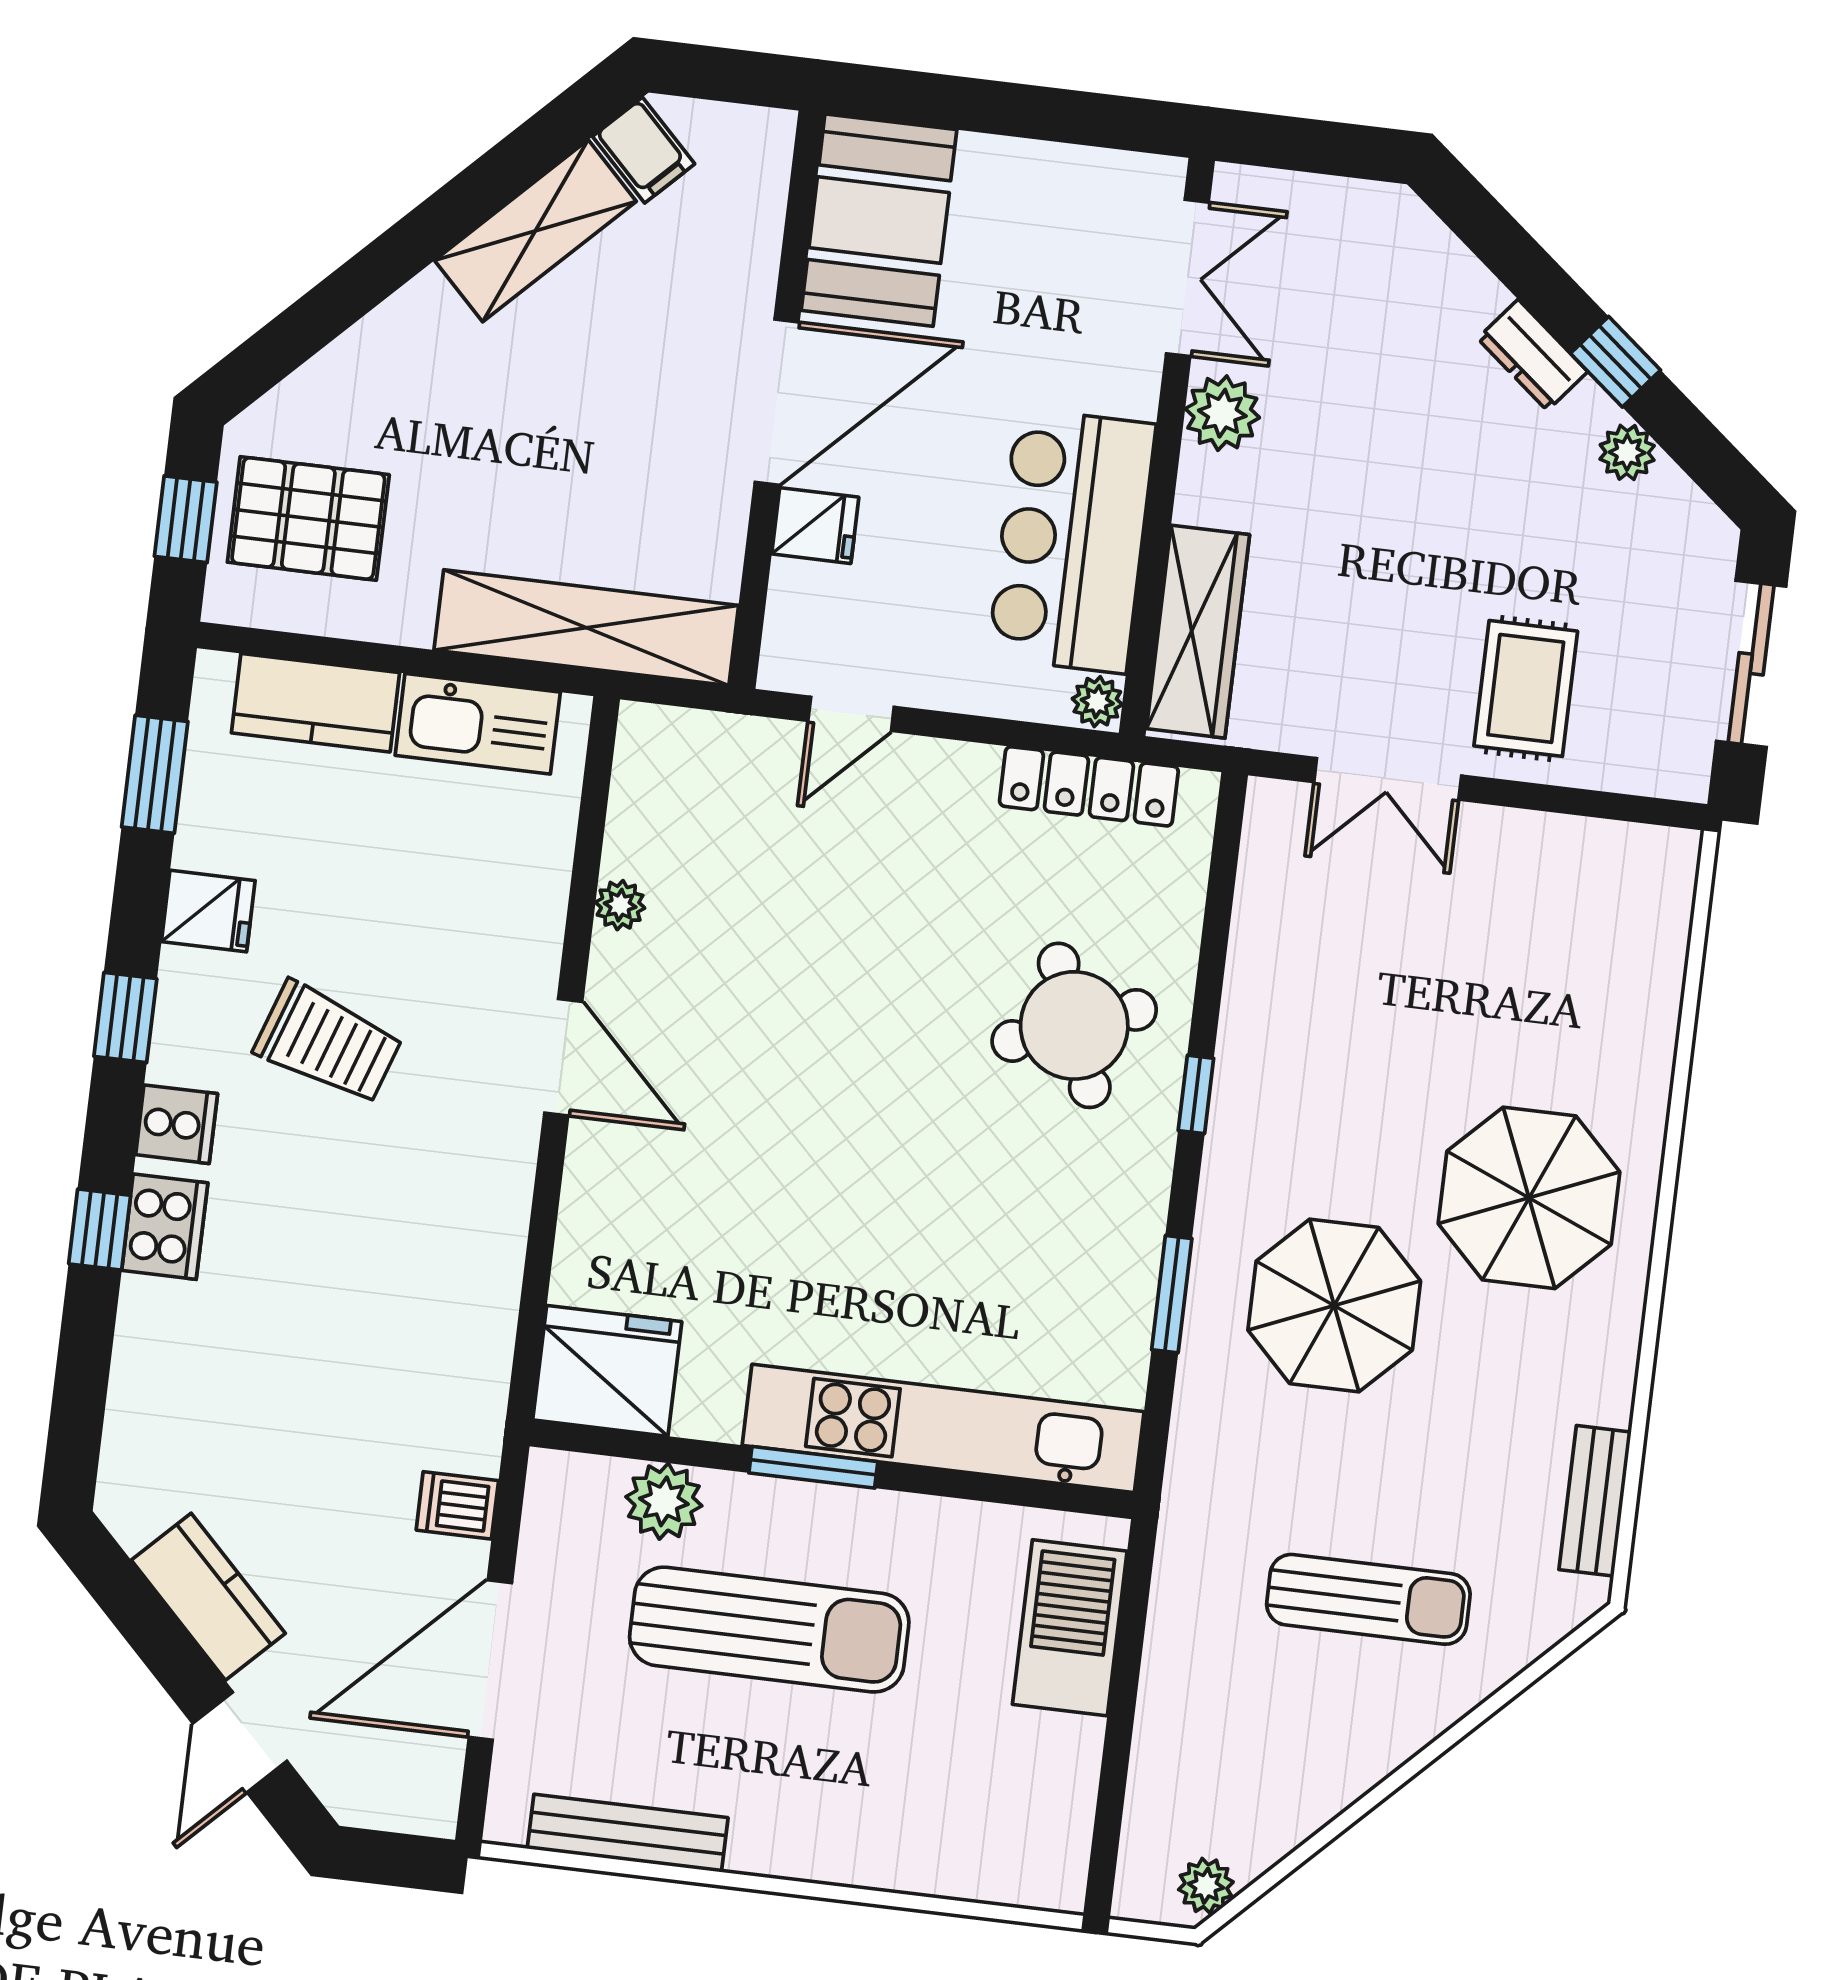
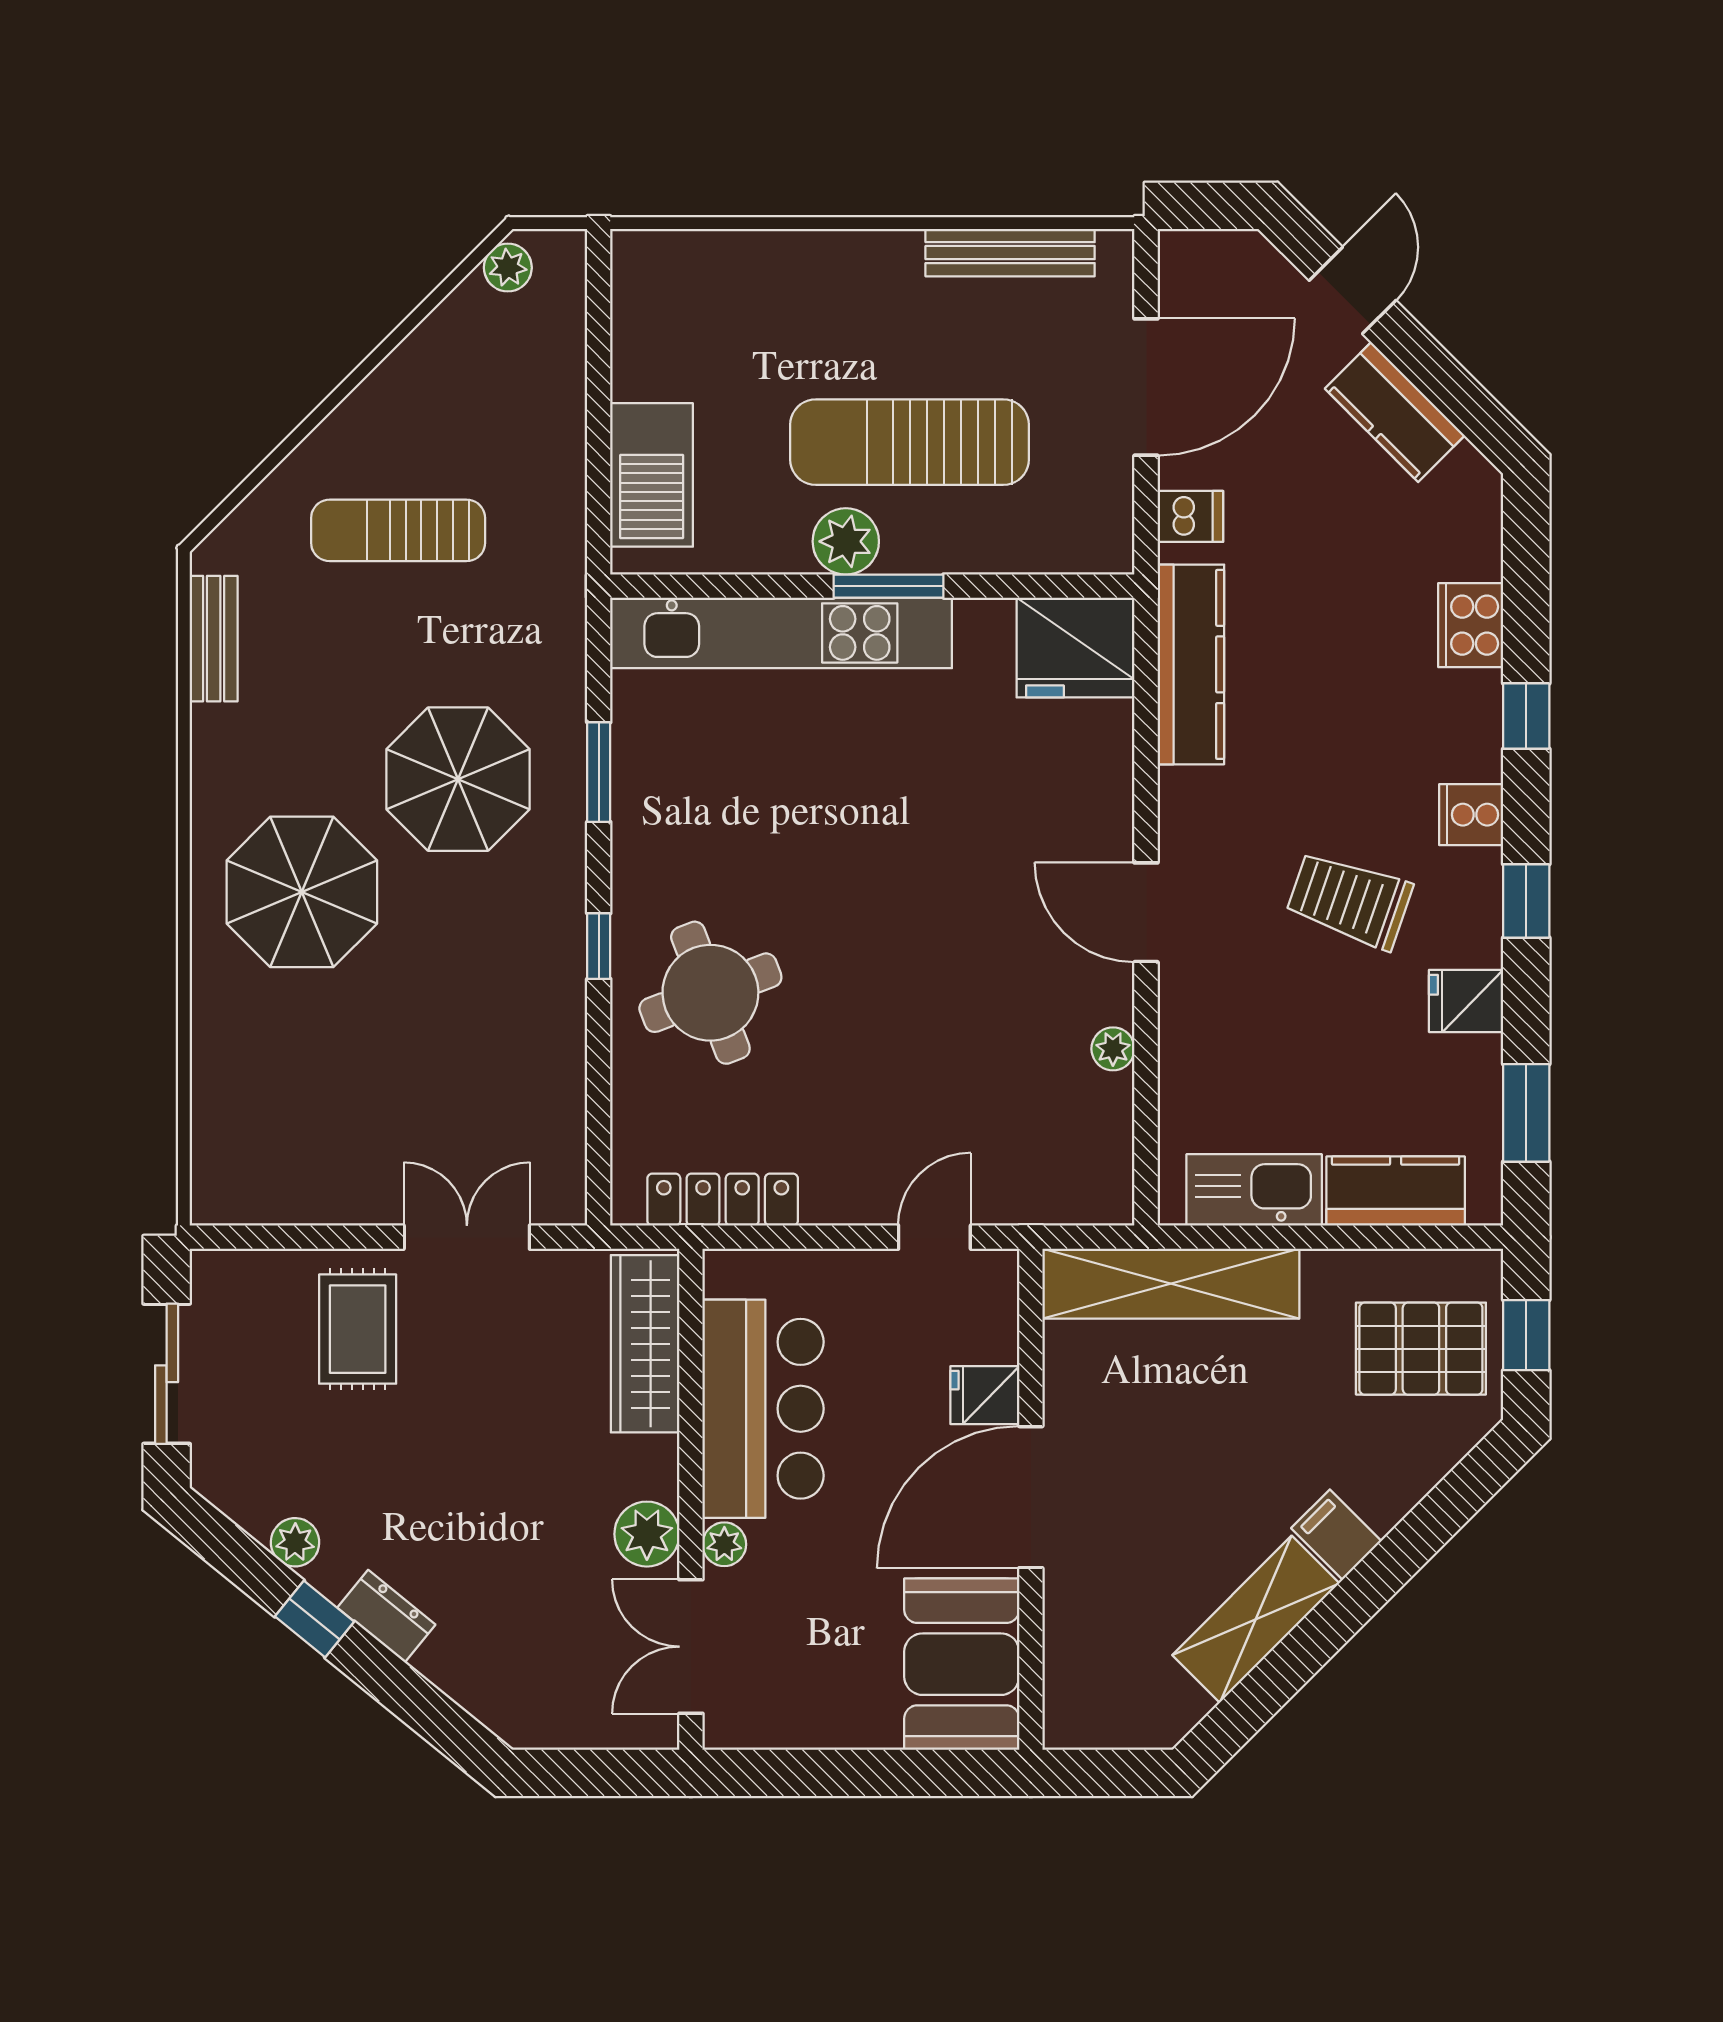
filing cabinet: (644, 150) -> (1336, 1535), moved
plant: (1097, 702) -> (724, 1544), moved
cooker: (165, 1227) -> (1471, 625), moved
kitchen counter: (477, 1335) -> (1191, 664), added
plant: (664, 1501) -> (846, 541), moved

